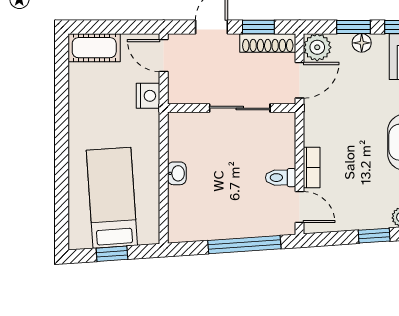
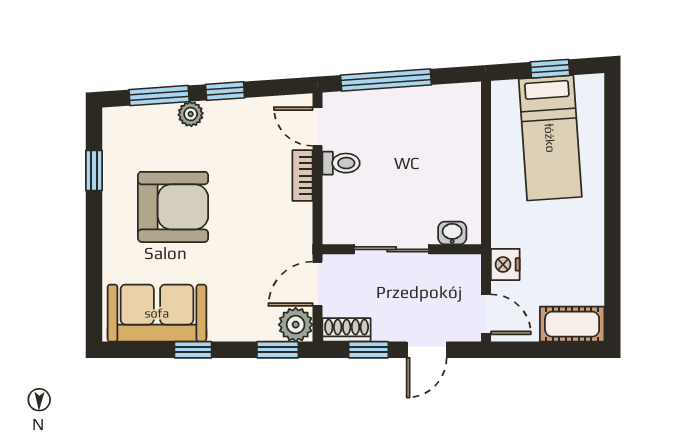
window: (353, 27) -> (278, 350), moved
shoe rack: (268, 43) -> (347, 330), width x0.70
floor lamp: (362, 43) -> (241, 330), removed
washbasin: (177, 173) -> (452, 233), moved, turned 90

